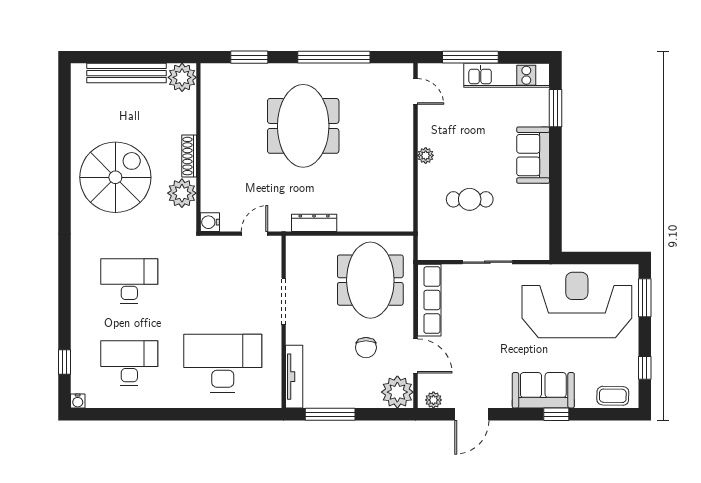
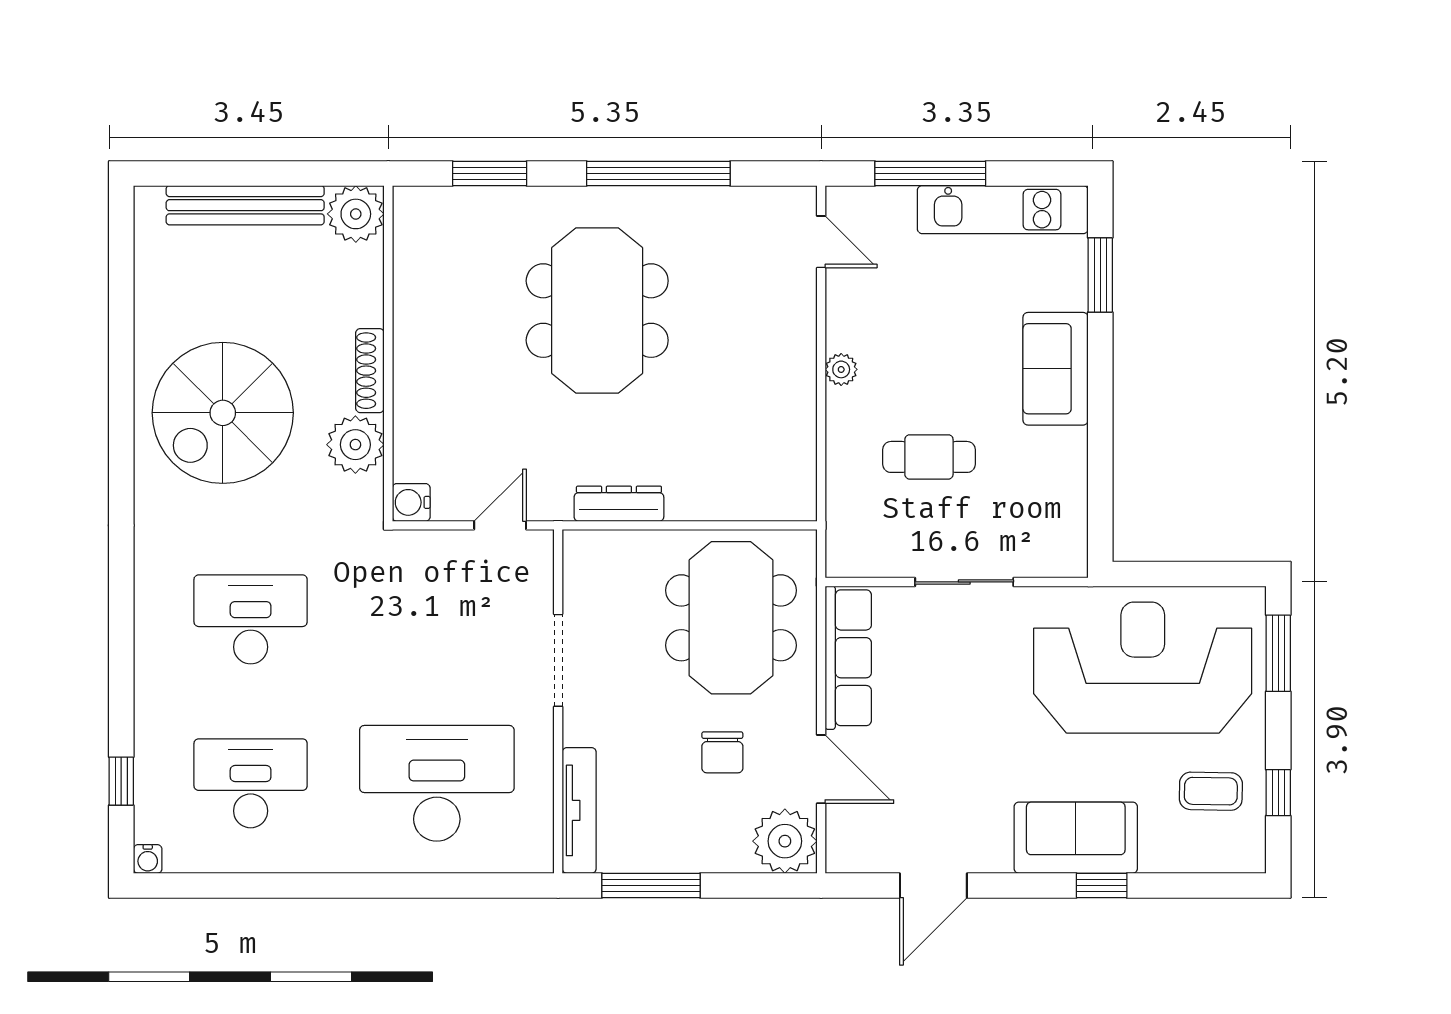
spiral stairs: (115, 177) -> (223, 413), turned 180
coffee table: (613, 396) -> (1211, 791), moved
plant: (433, 400) -> (857, 857), removed

